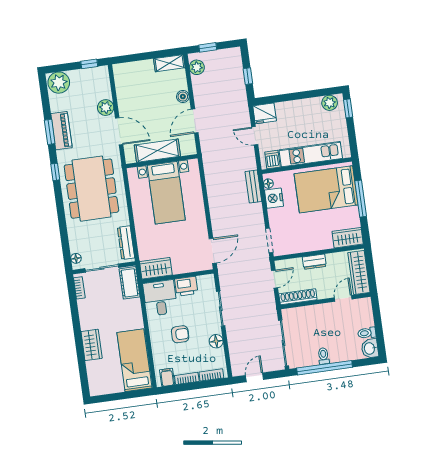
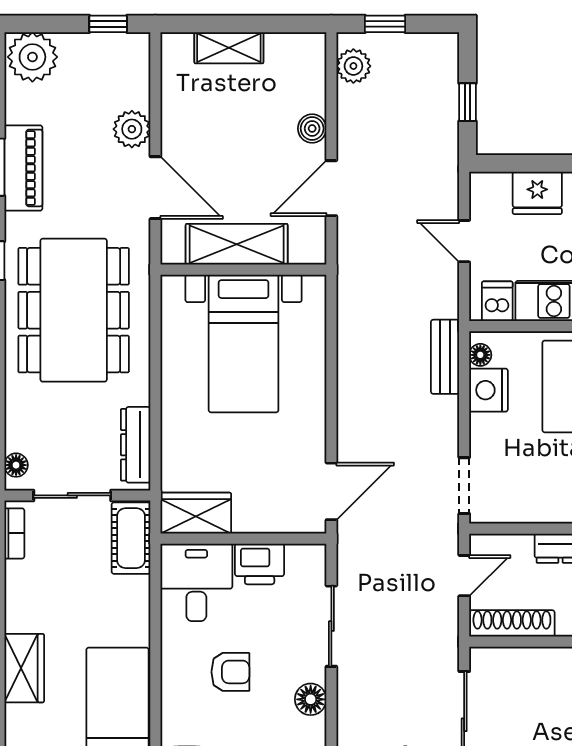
shelving: (169, 63) -> (229, 48), moved
fridge: (265, 113) -> (537, 193), moved

